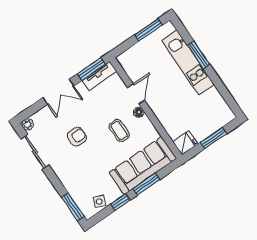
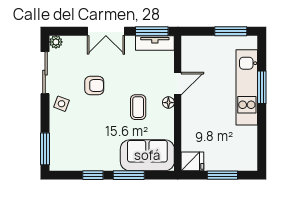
sofa: (143, 166) -> (147, 155), width x0.73
side table: (99, 202) -> (62, 104), moved

